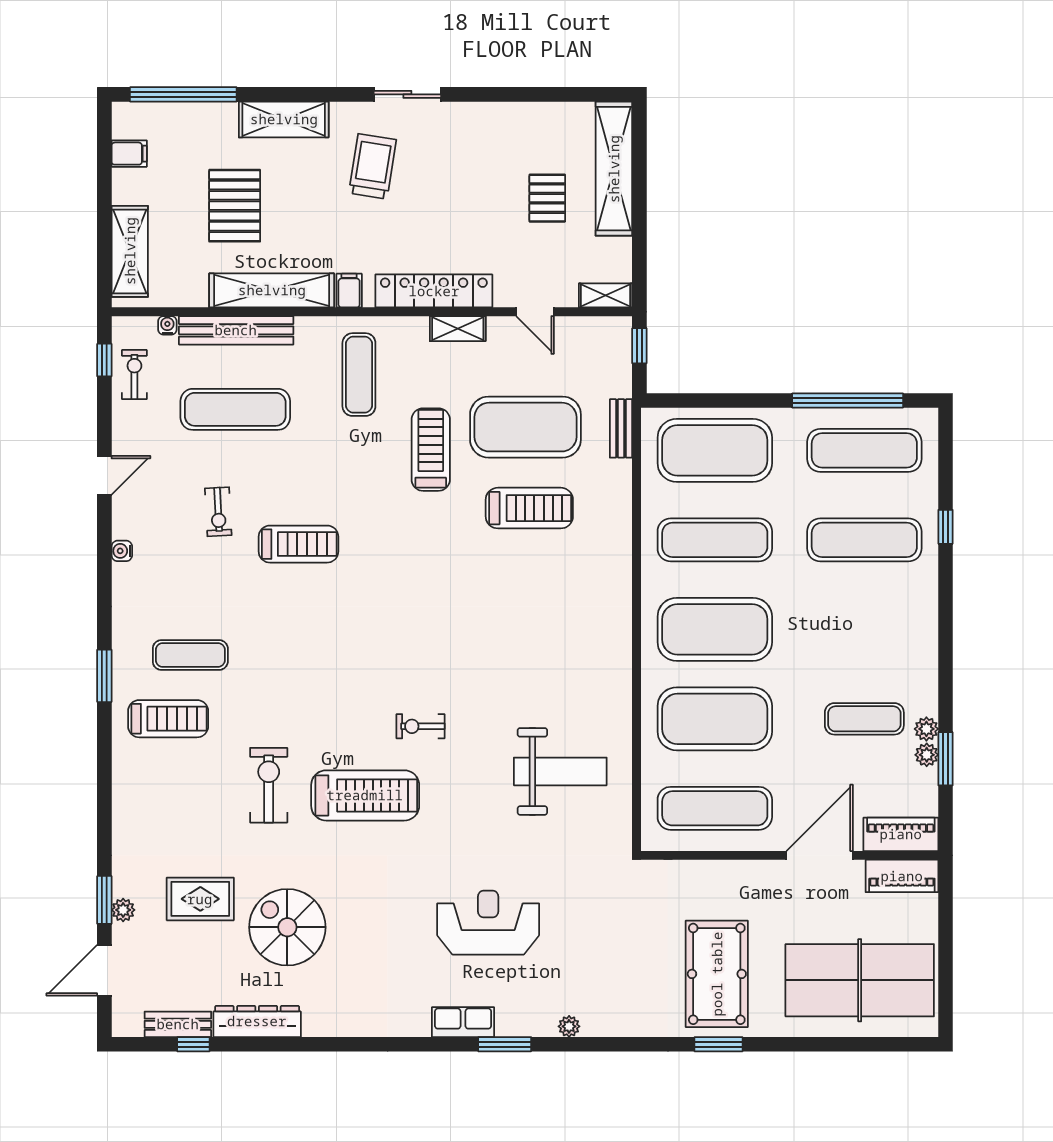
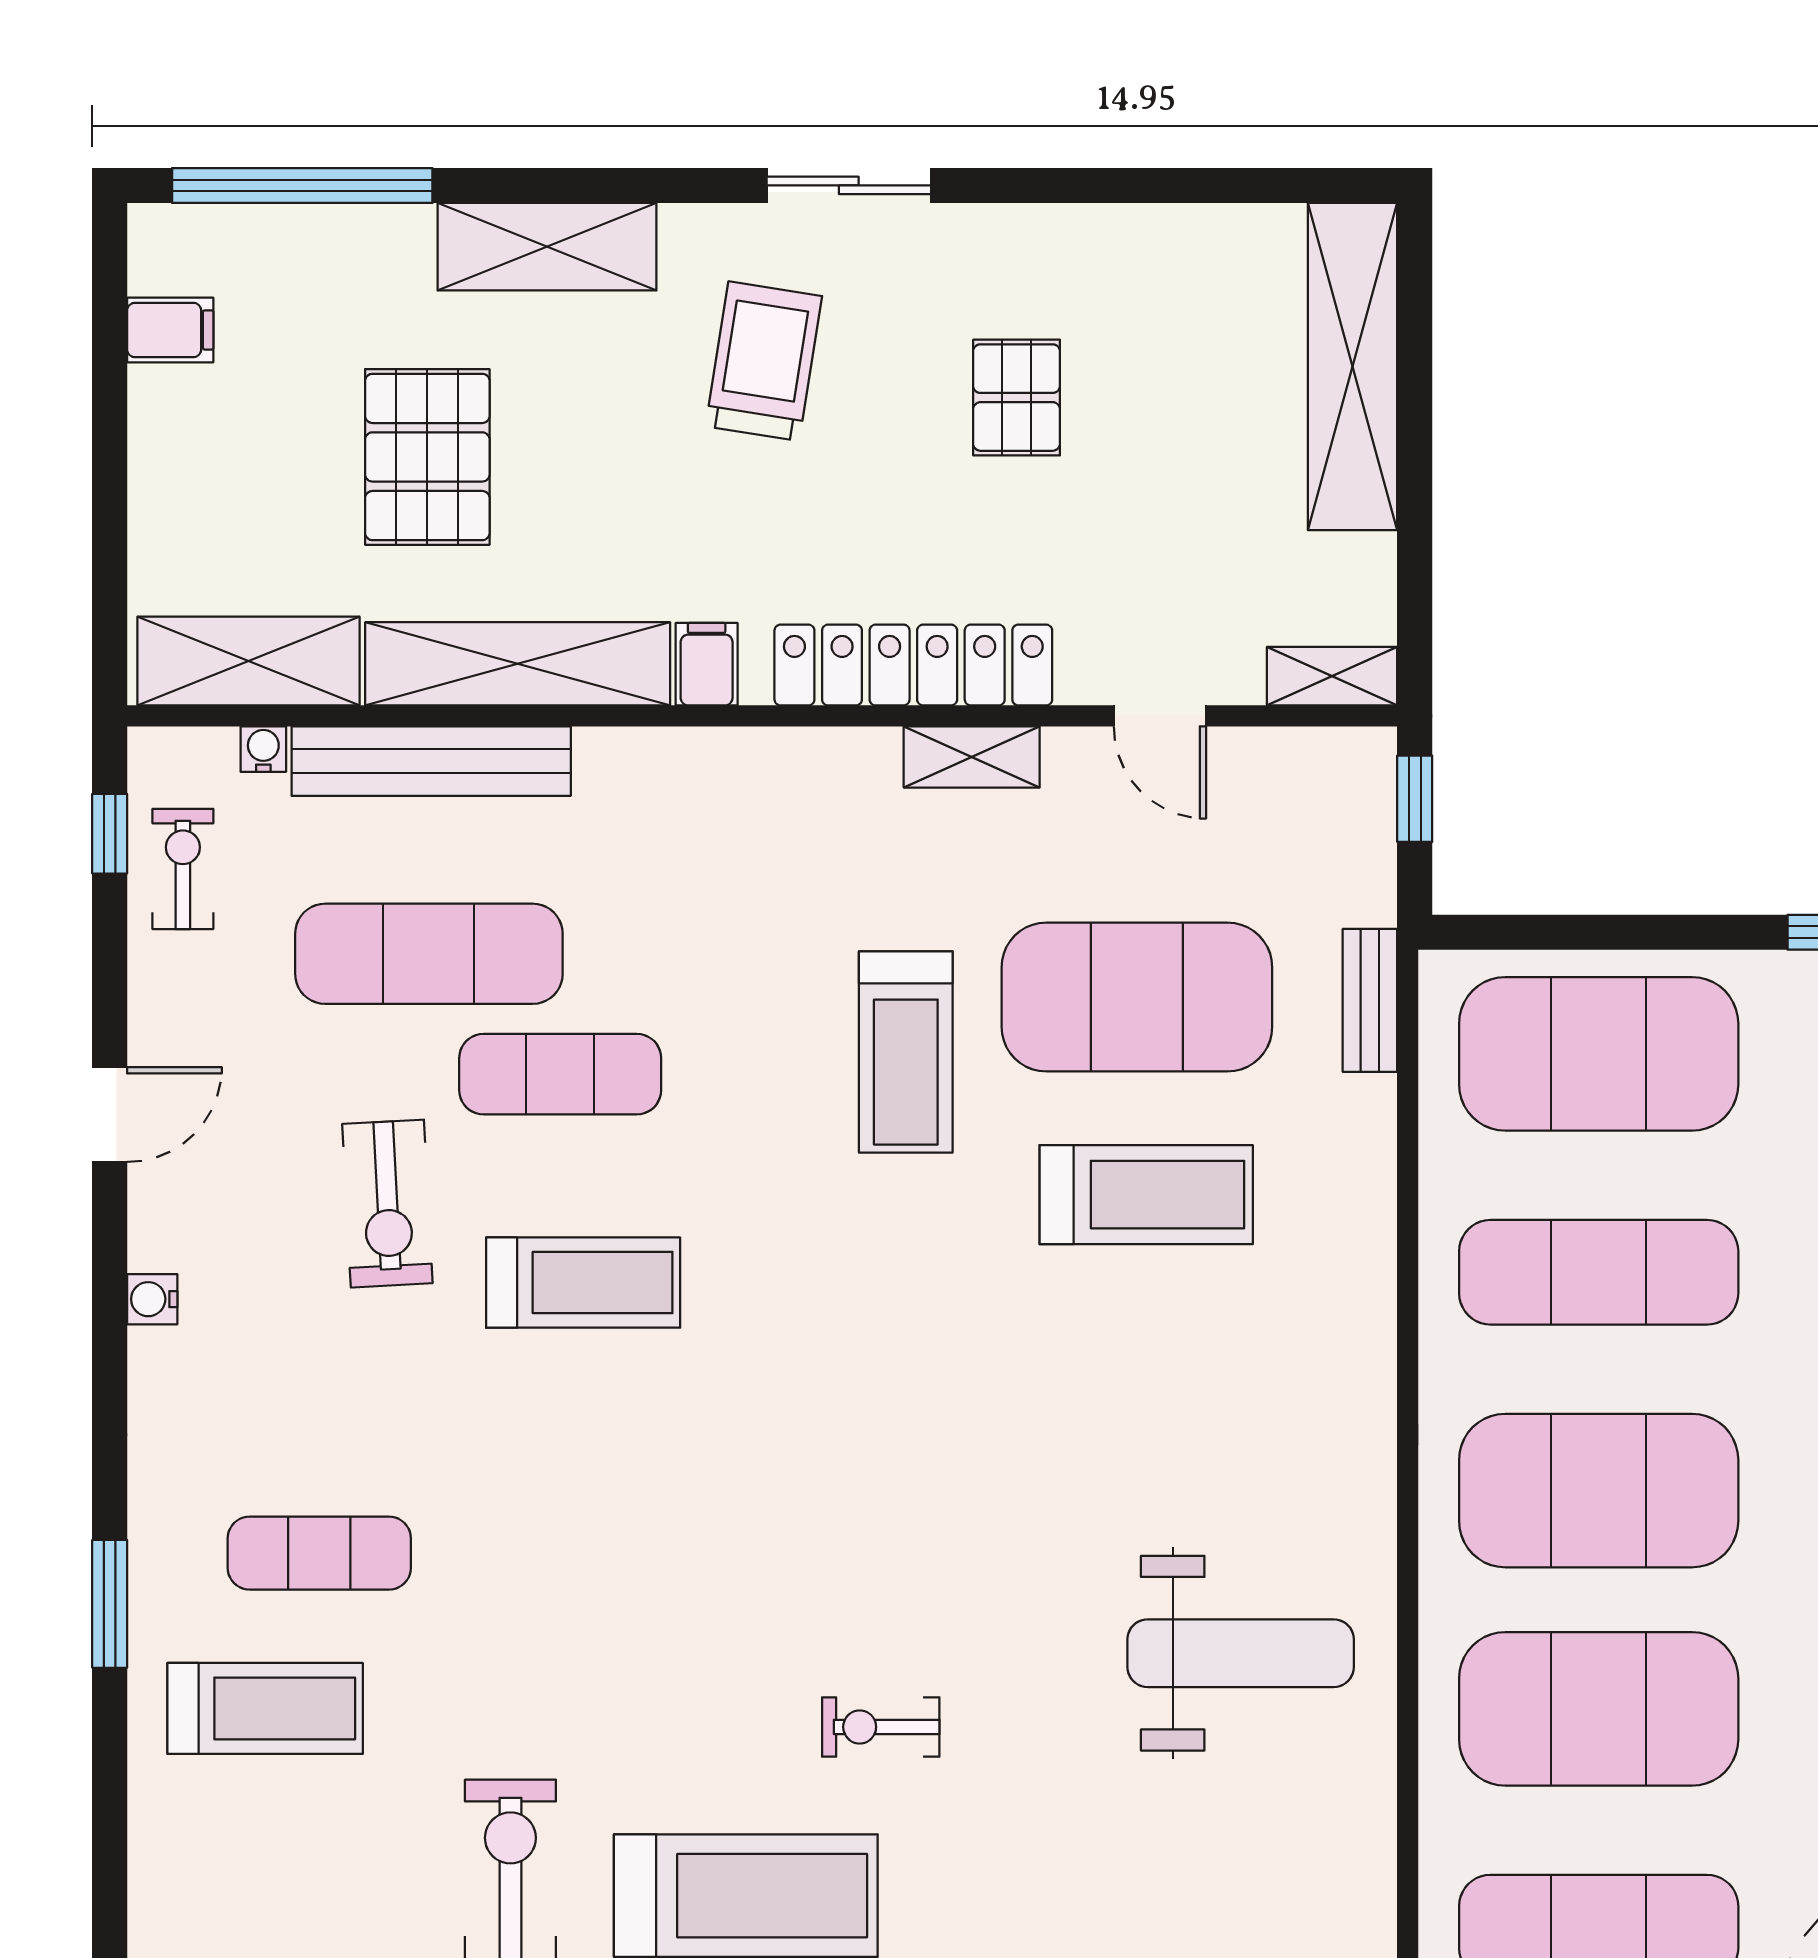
pallet: (547, 198) -> (1017, 398), moved
shelving: (130, 251) -> (248, 661), moved, turned 90
exercise mat: (359, 375) -> (560, 1074), moved, turned 90
treadmill: (431, 450) -> (906, 1052), turned 180
exercise bike: (218, 512) -> (387, 1204), width x1.38, depth x1.39
weight bench: (560, 771) -> (1241, 1653), moved

